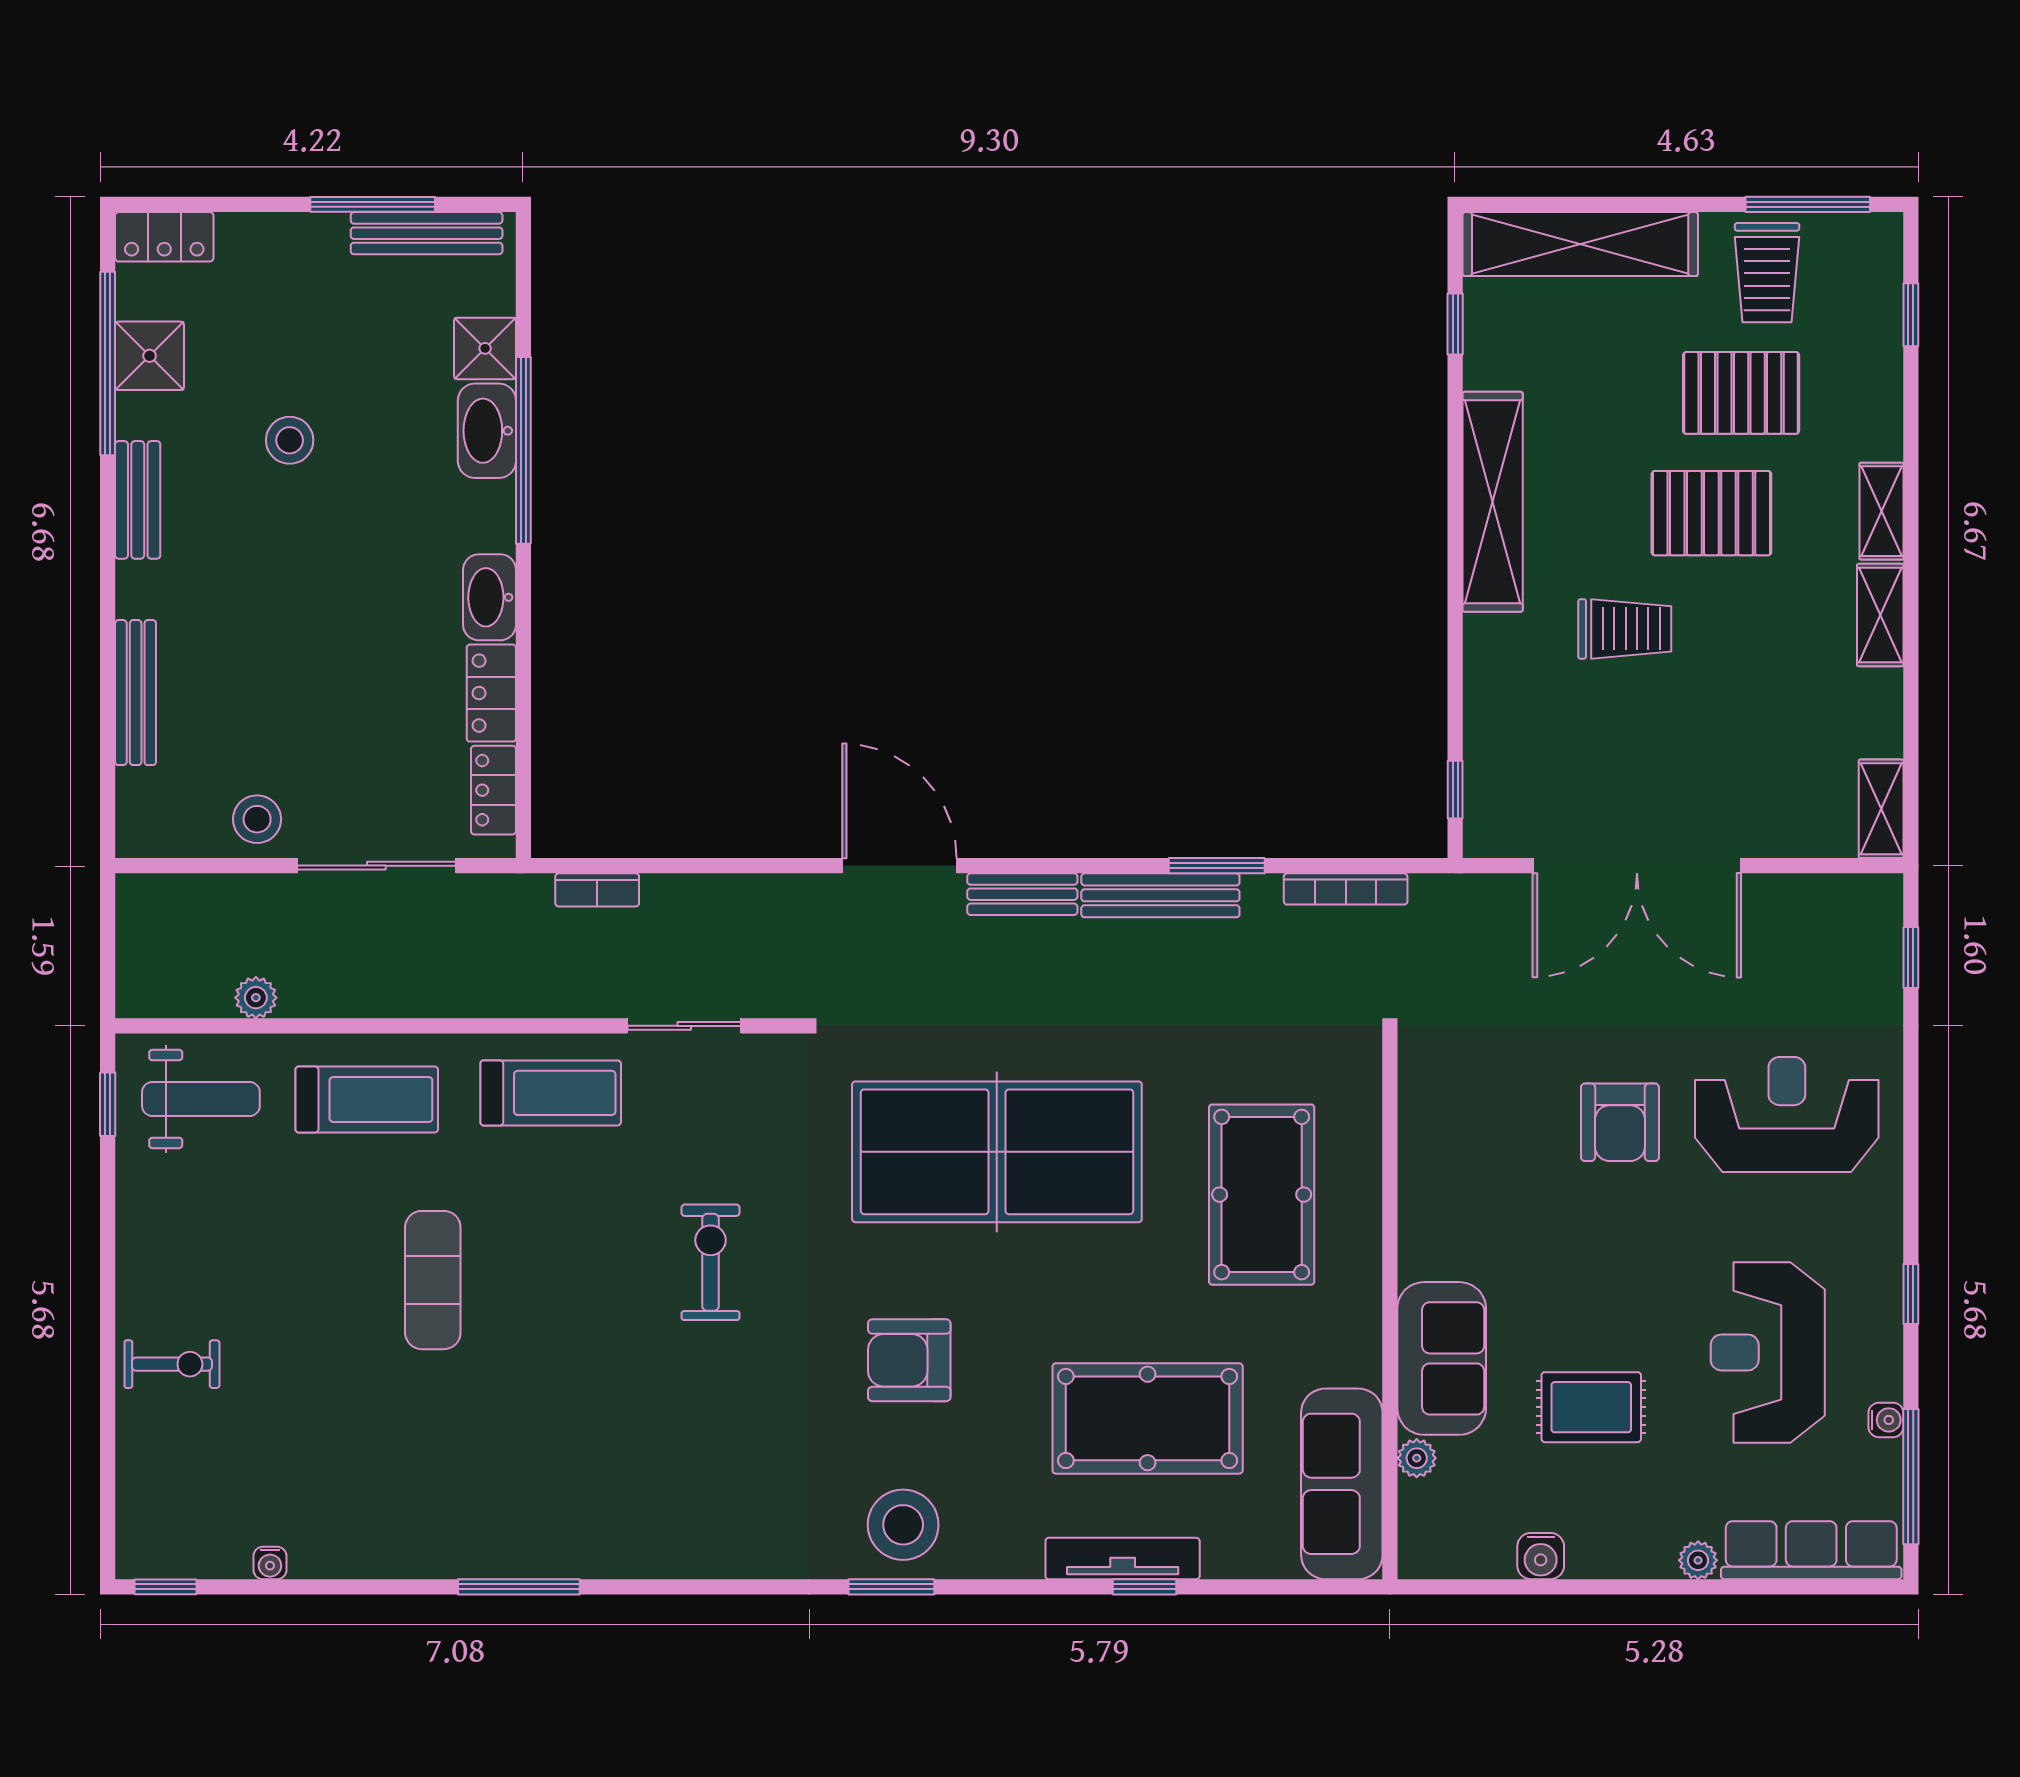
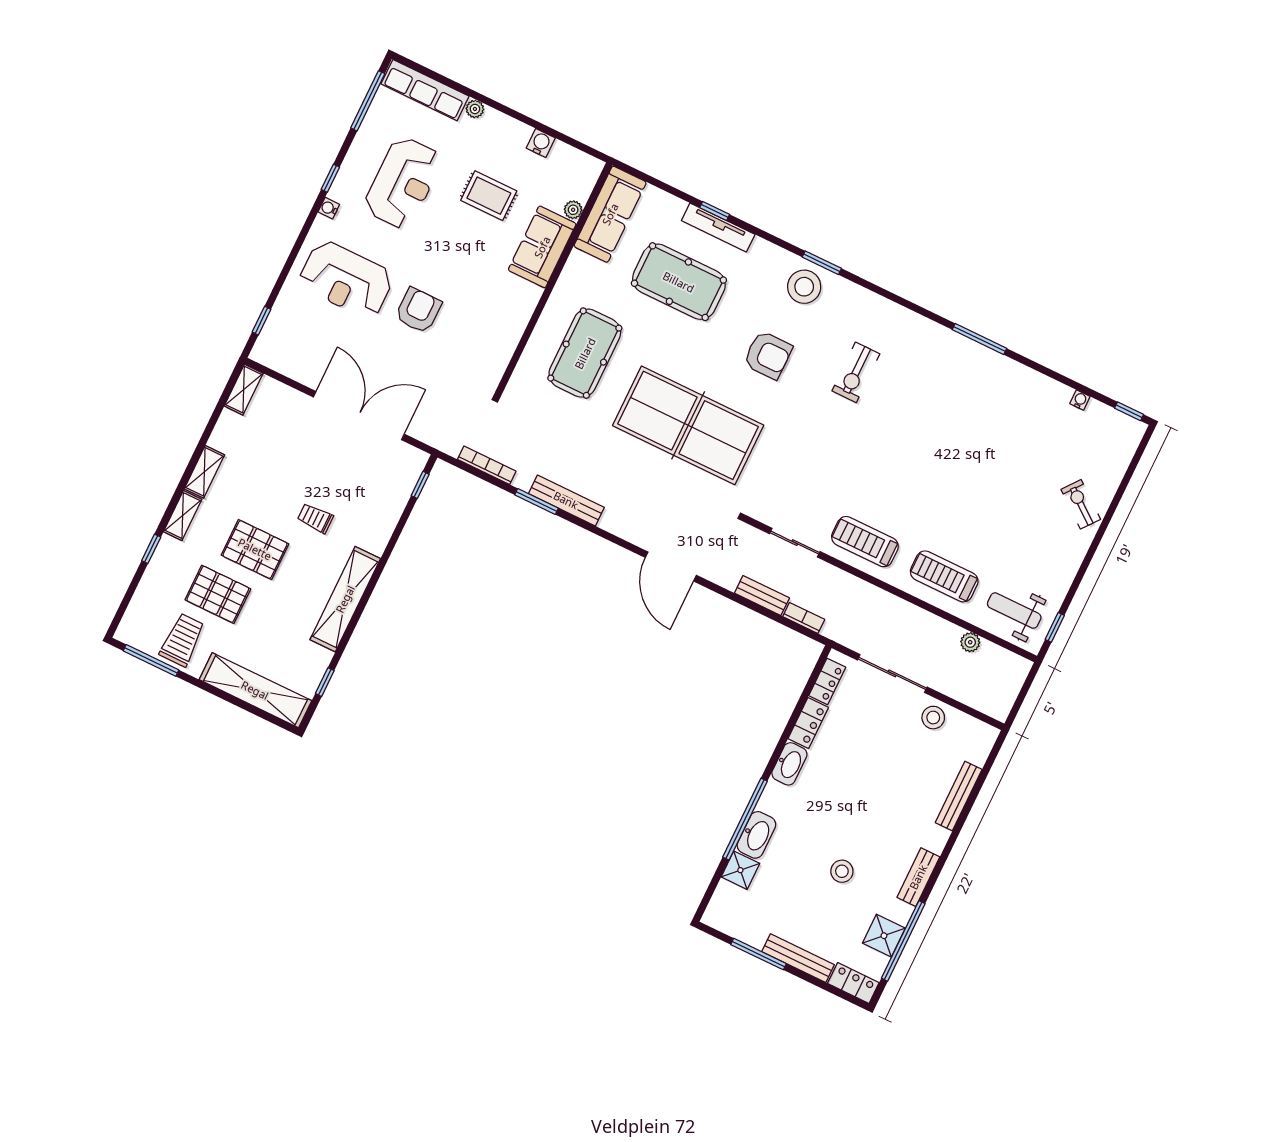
bench: (427, 233) -> (798, 958), moved
window: (1911, 315) -> (151, 549), moved
trolley: (1625, 629) -> (315, 518), width x0.73, depth x0.72
bench: (1022, 894) -> (762, 596), moved
exercise bike: (711, 1262) -> (856, 372), moved
exercise mat: (433, 1280) -> (953, 486), removed
exercise bike: (172, 1364) -> (1081, 504), turned 38
water cooler: (1886, 1420) -> (329, 208), moved

